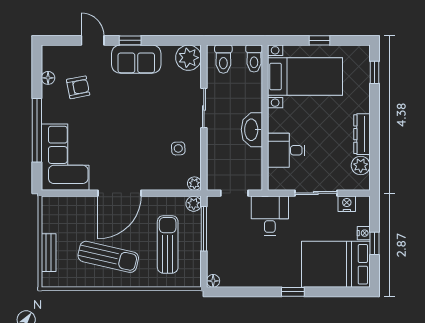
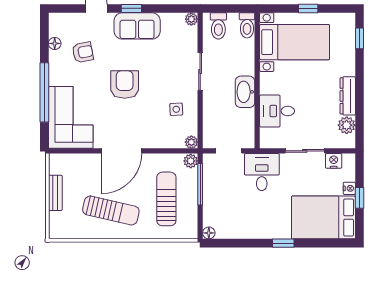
plant: (188, 58) -> (191, 19), width x0.53, depth x0.53
armchair: (123, 122) -> (125, 85), added
bench: (49, 253) -> (55, 193), moved

